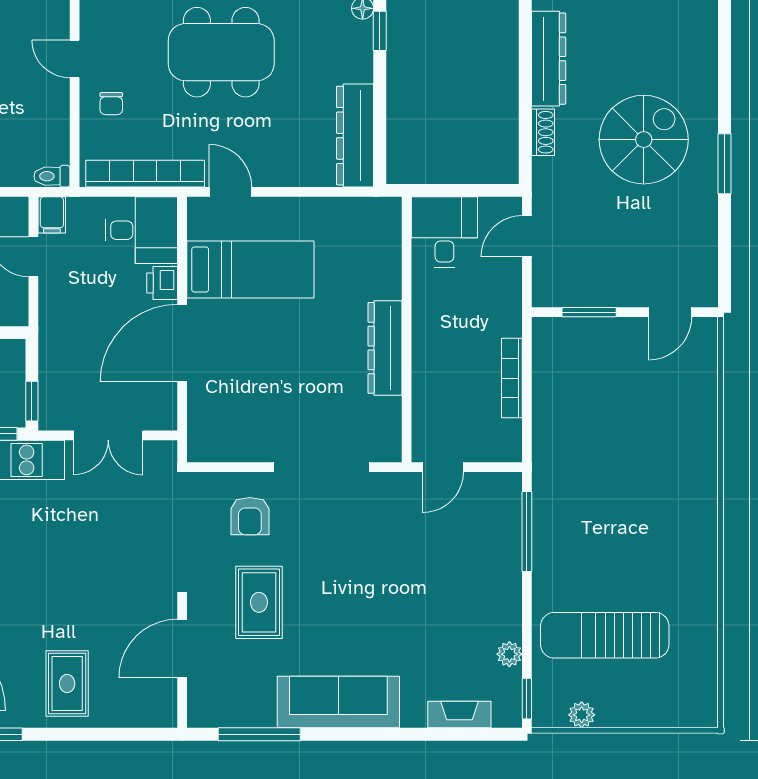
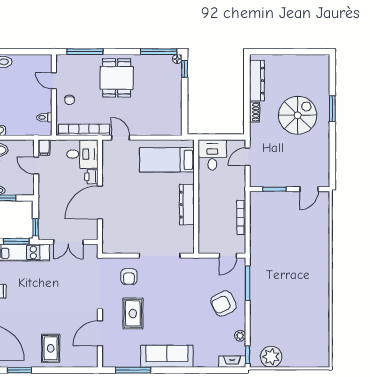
dining table: (221, 52) -> (117, 78), width x0.73
dresser: (355, 136) -> (174, 114), removed
window: (725, 164) -> (332, 109), moved
toilet: (52, 176) -> (44, 117), moved
bed: (250, 270) -> (167, 160), moved, turned 180
door: (443, 467) -> (228, 256), moved
armchair: (470, 579) -> (223, 303), added
sun lounger: (605, 635) -> (281, 328), removed
fireplace: (459, 715) -> (232, 362), moved
plant: (582, 715) -> (271, 357), width x1.87, depth x1.87

